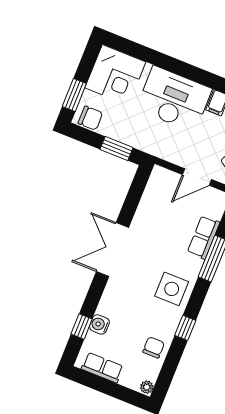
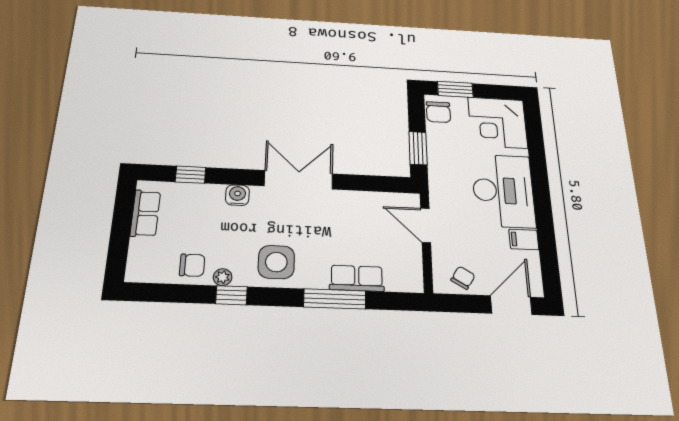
door: (197, 177) -> (426, 225), moved
water cooler: (99, 324) -> (237, 195), moved
plant: (147, 387) -> (223, 277), moved

